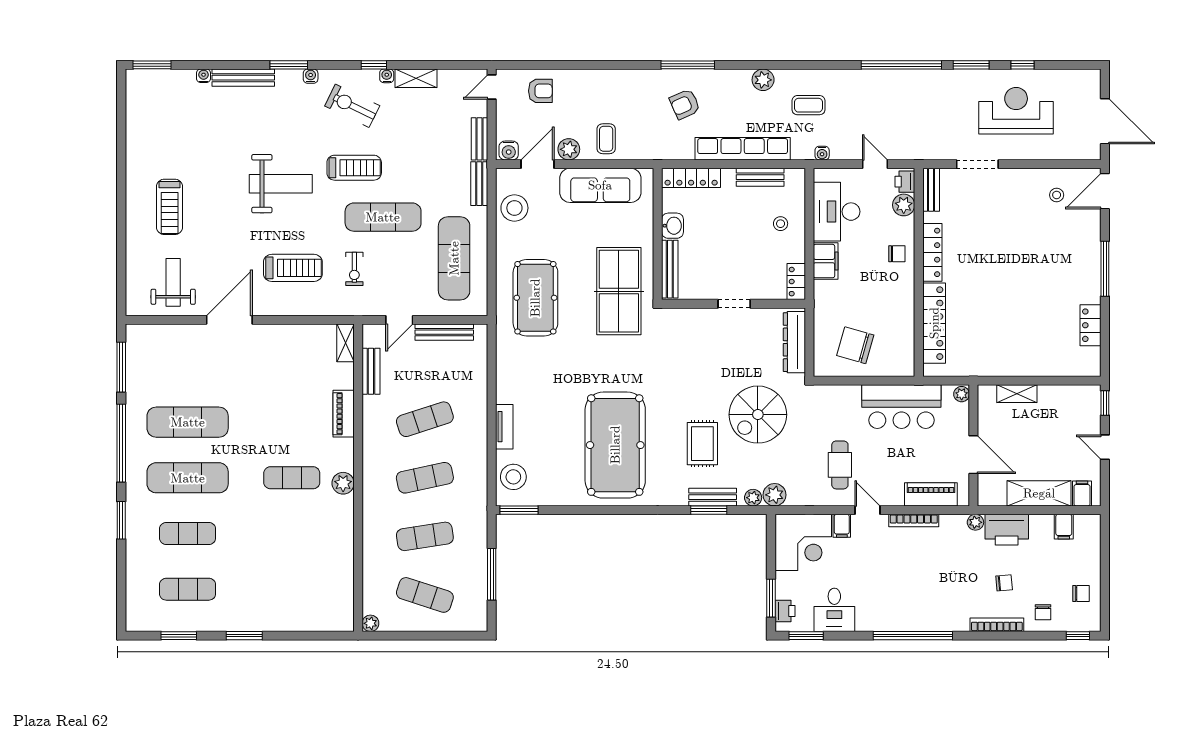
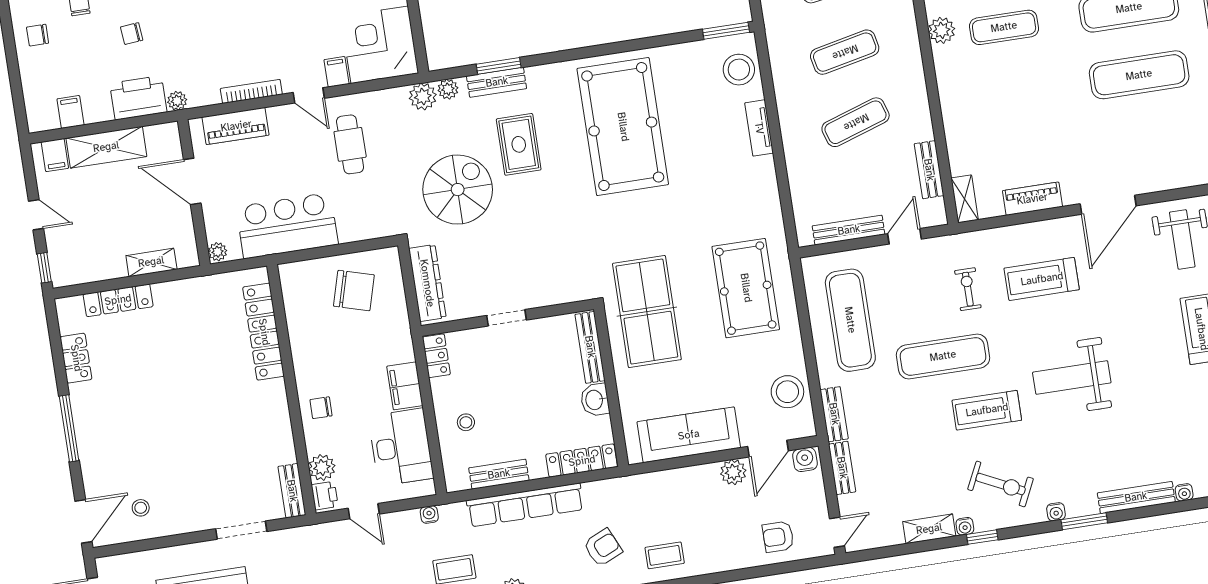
coffee table: (606, 139) -> (665, 555), moved, turned 90
locker: (932, 252) -> (118, 300), moved, turned -90
piano: (344, 414) -> (1032, 199), moved, turned -90

